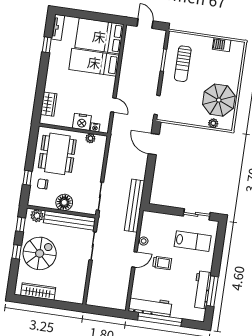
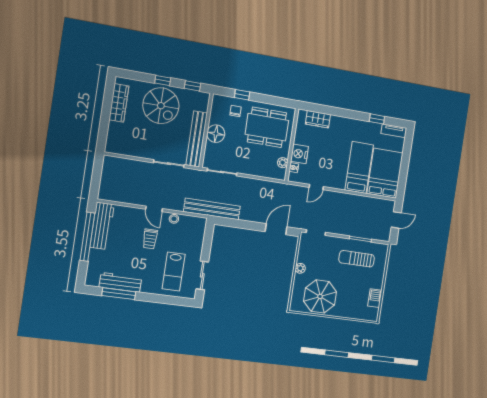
plant: (213, 123) -> (300, 268), moved
plant: (37, 216) -> (202, 104), removed

